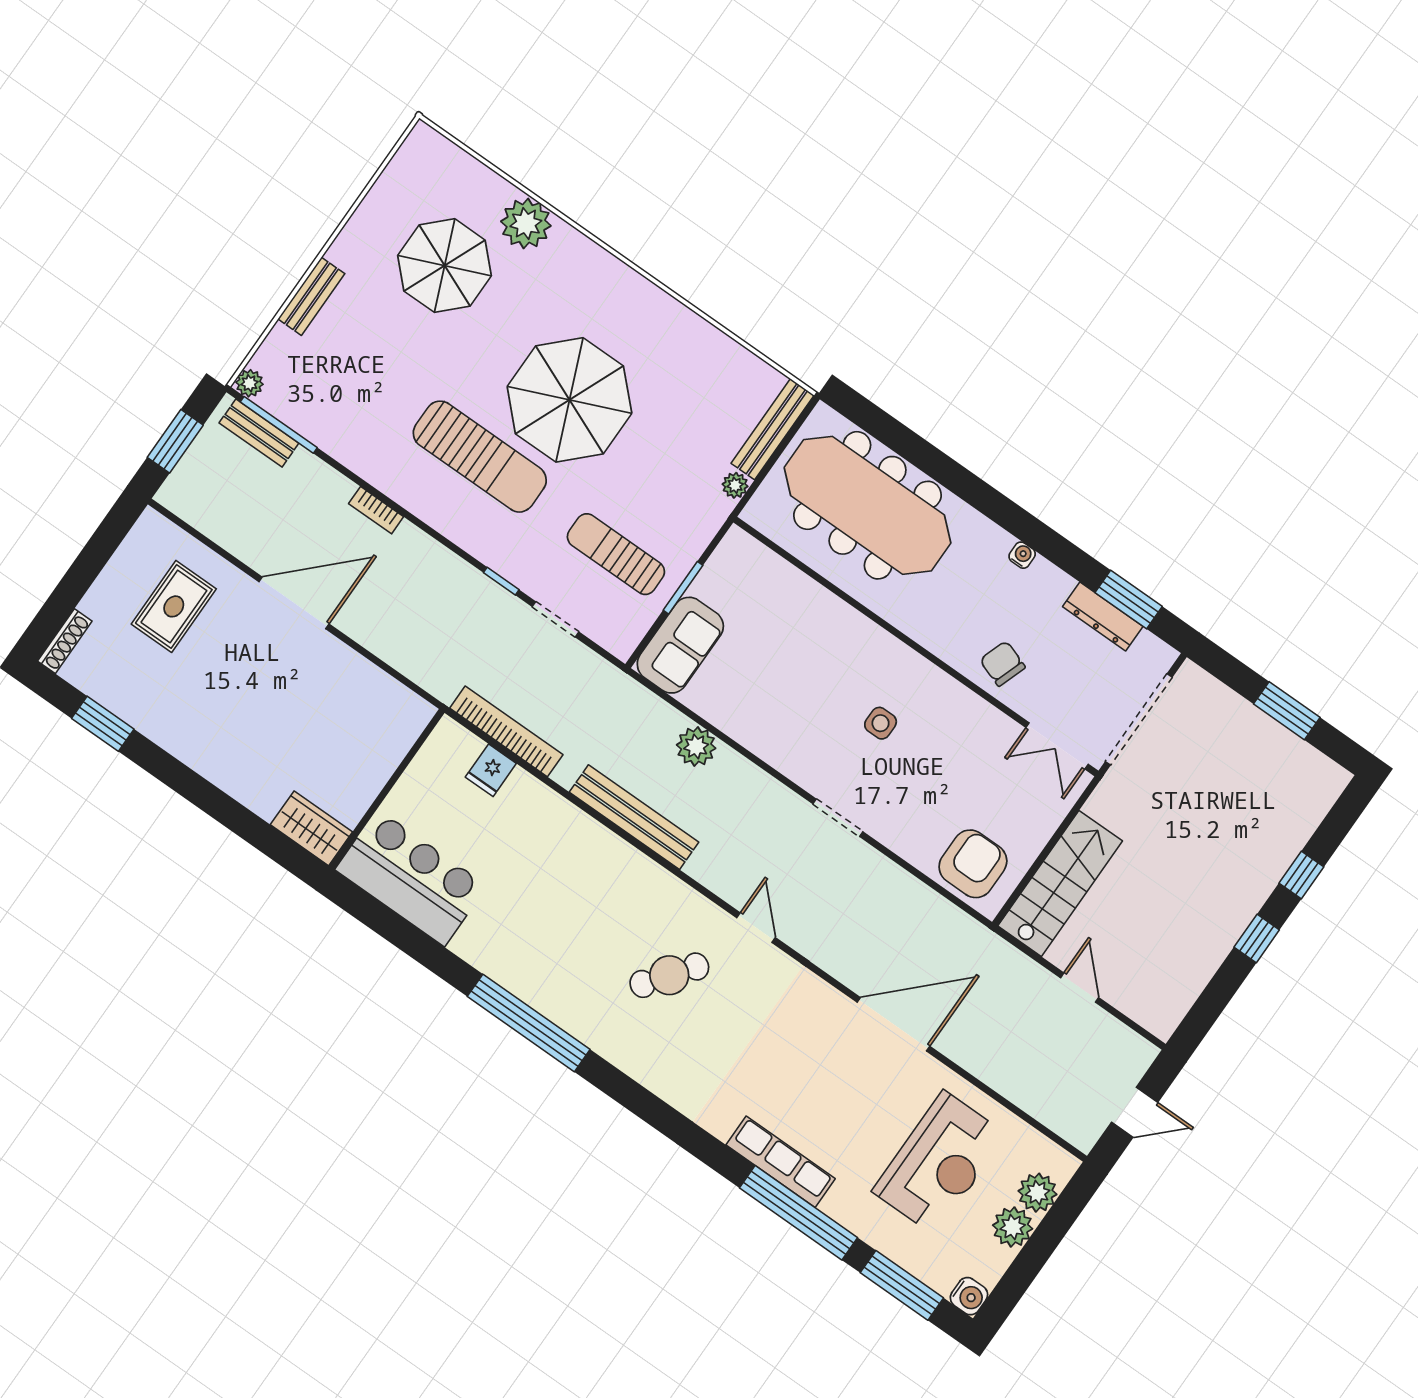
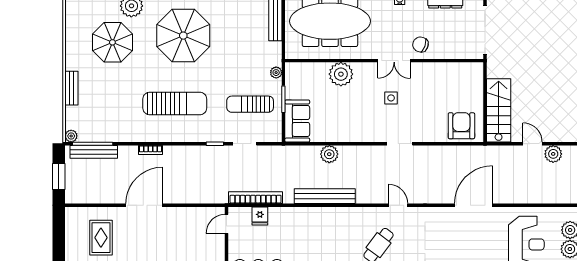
parasol: (569, 400) -> (183, 36), moved
bench: (259, 433) -> (94, 152), width x1.36
plant: (735, 485) -> (276, 73), moved
plant: (820, 616) -> (341, 74), added
door: (420, 742) -> (227, 224), added
double door: (1057, 746) -> (394, 61), moved
plant: (1104, 1033) -> (553, 154), added

